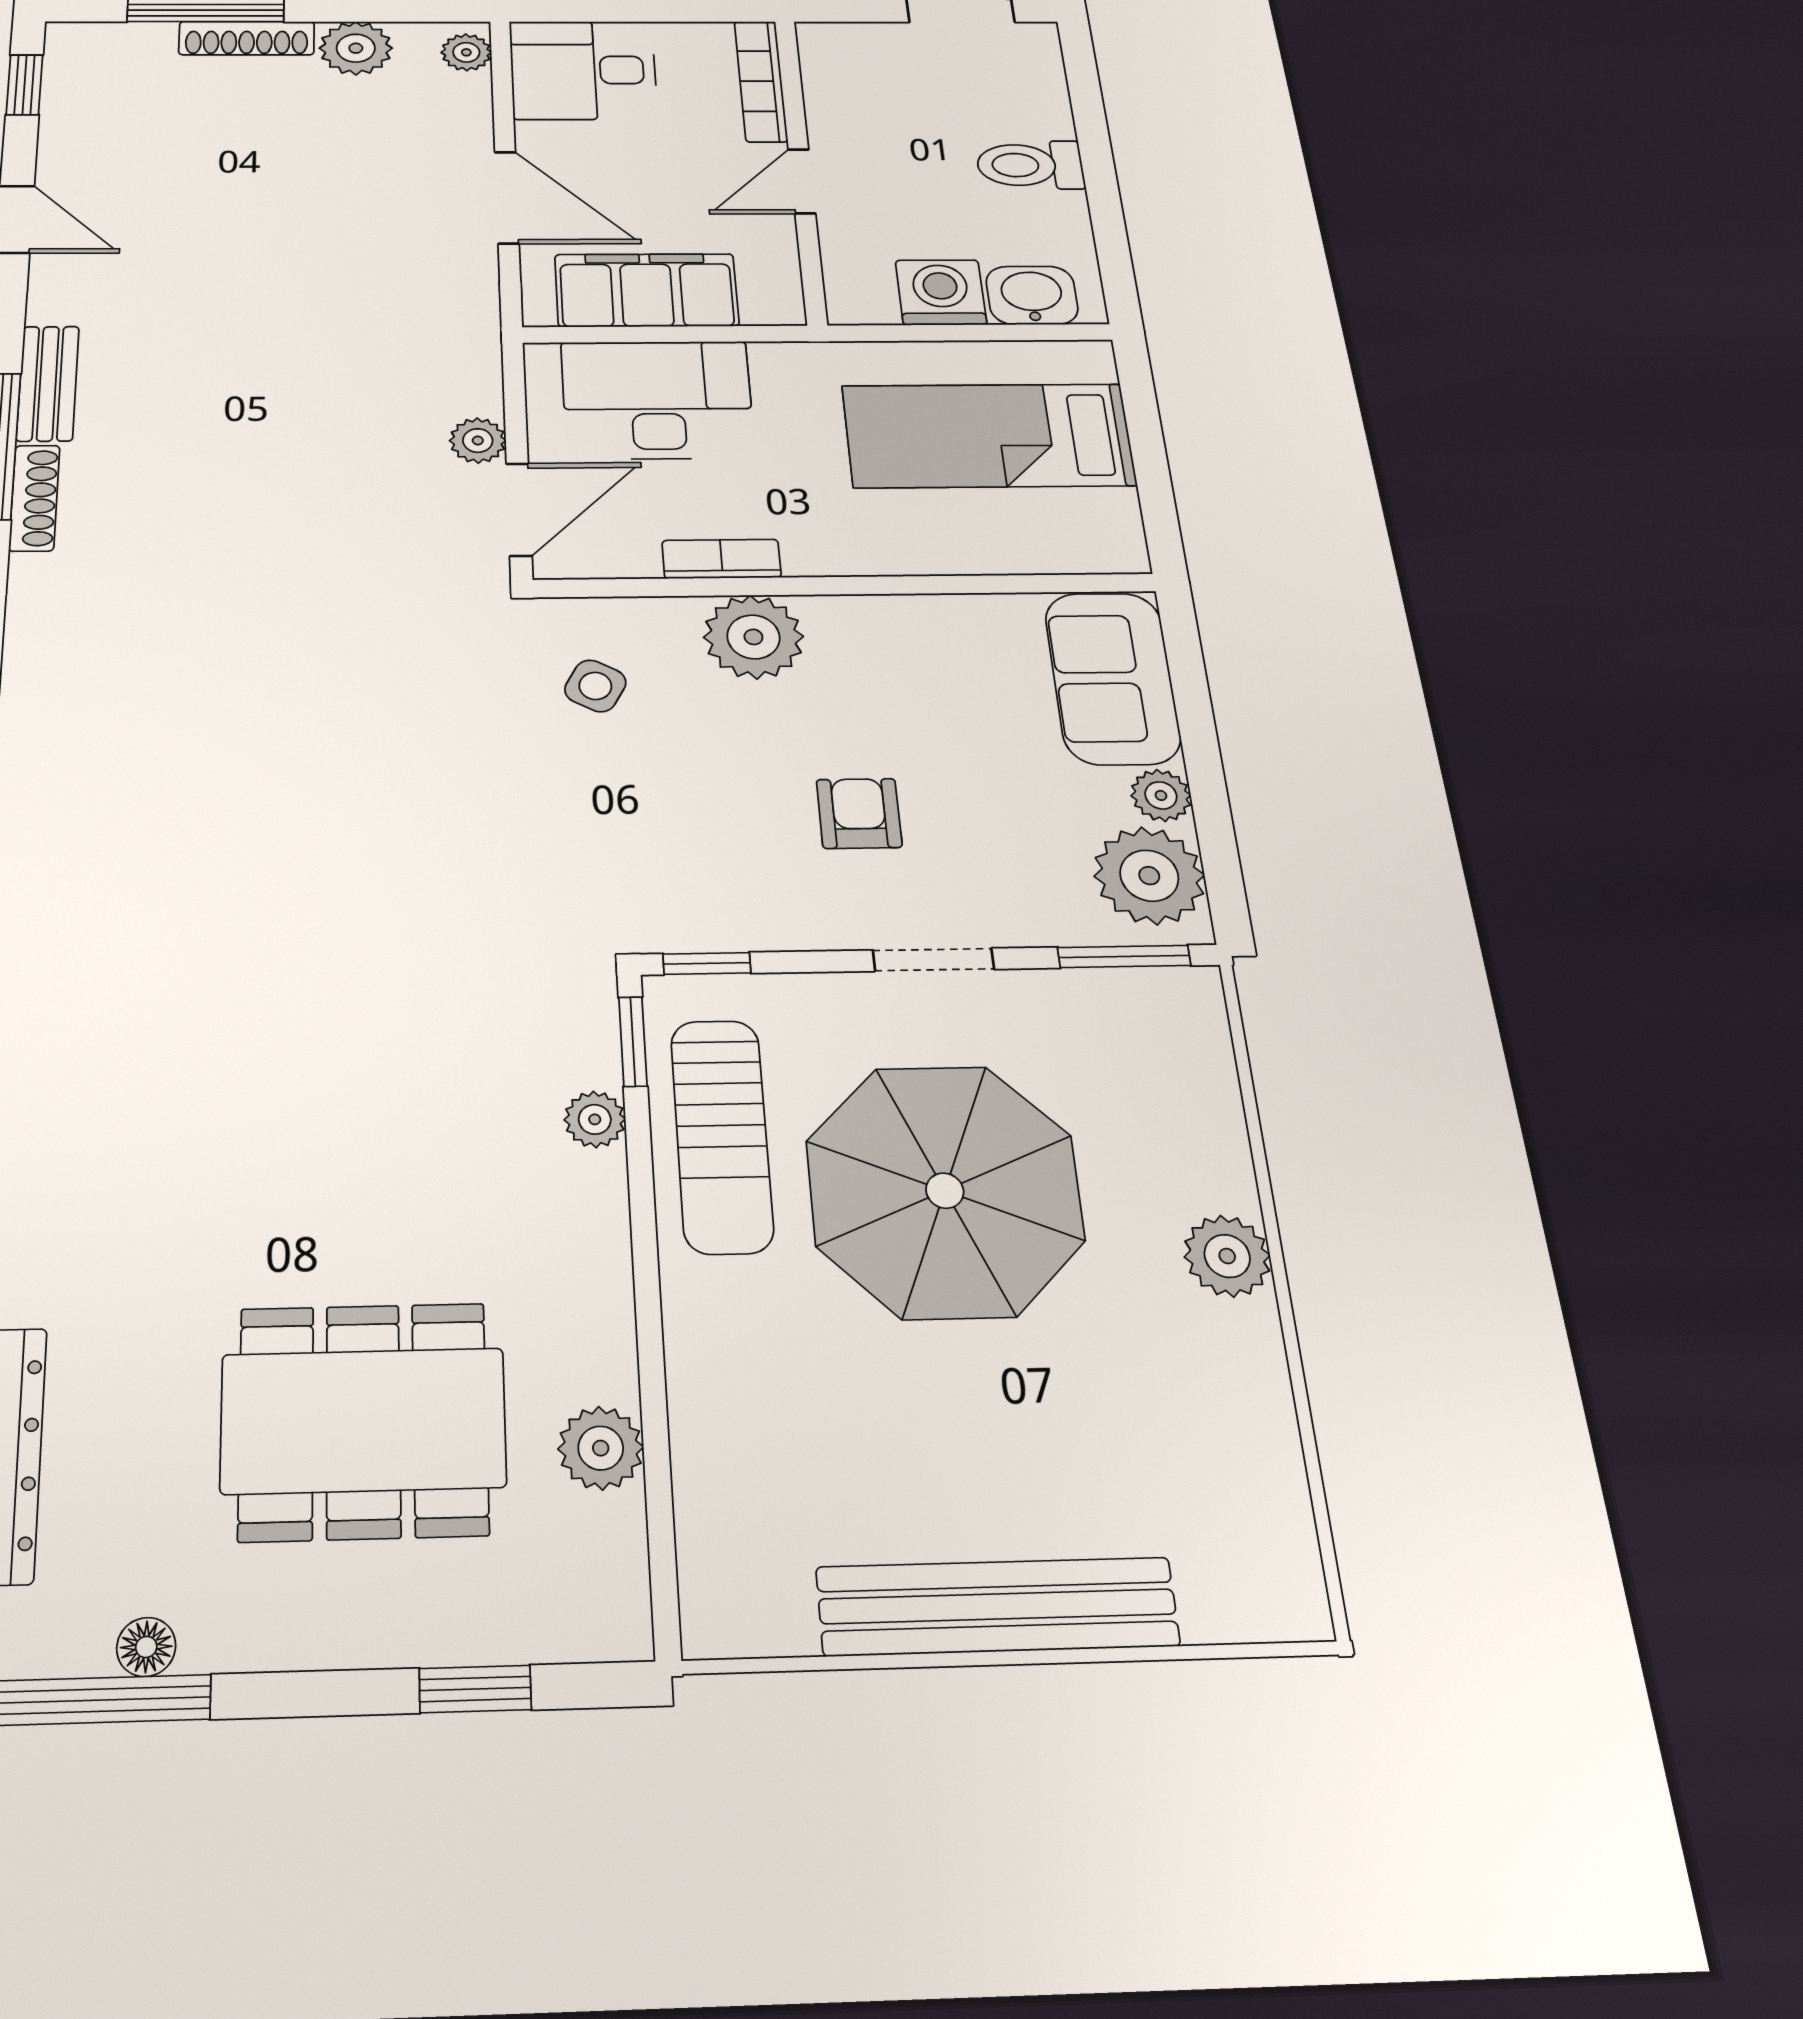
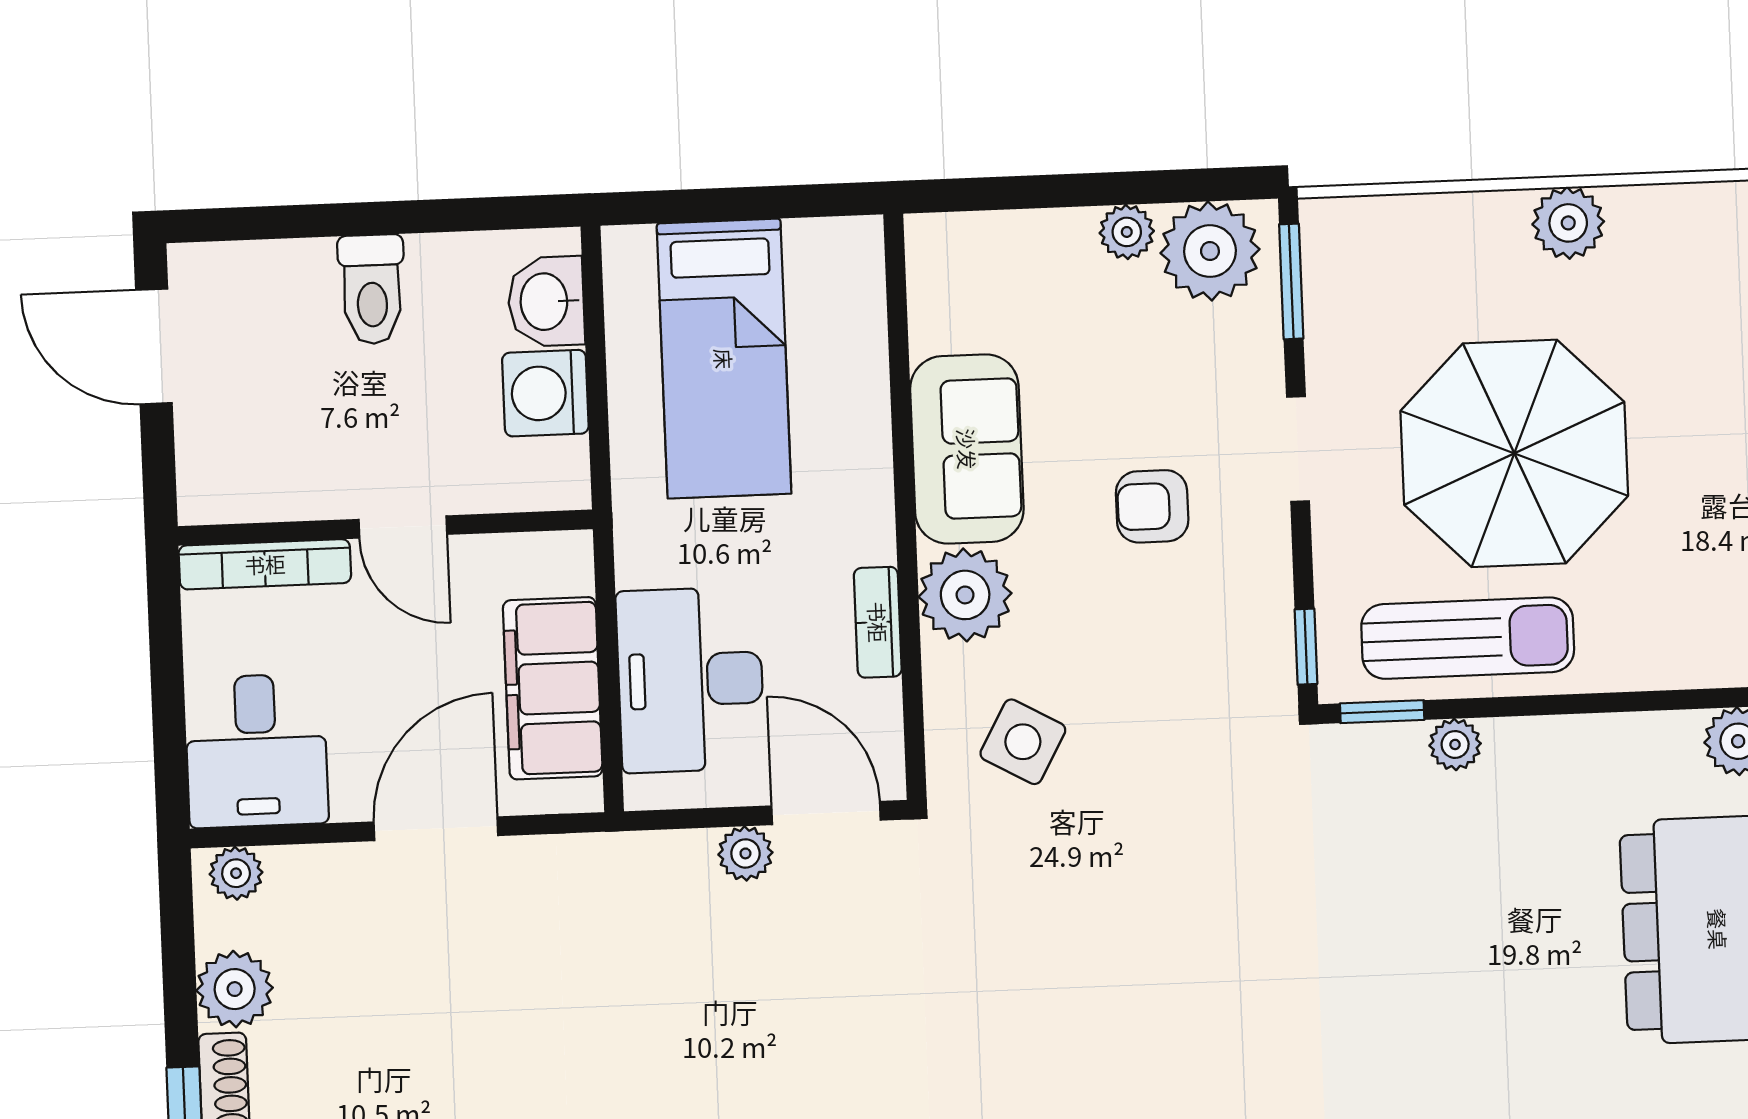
sofa: (1112, 678) -> (967, 449), moved, turned -90
side table: (595, 686) -> (1023, 742), width x1.37, depth x1.37

